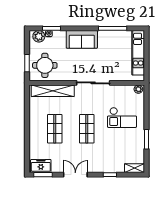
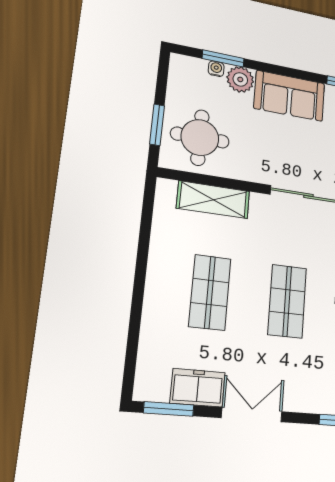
plant: (39, 36) -> (240, 79), moved
shelving: (53, 91) -> (213, 200), width x0.68
freezer: (41, 166) -> (198, 388), moved

